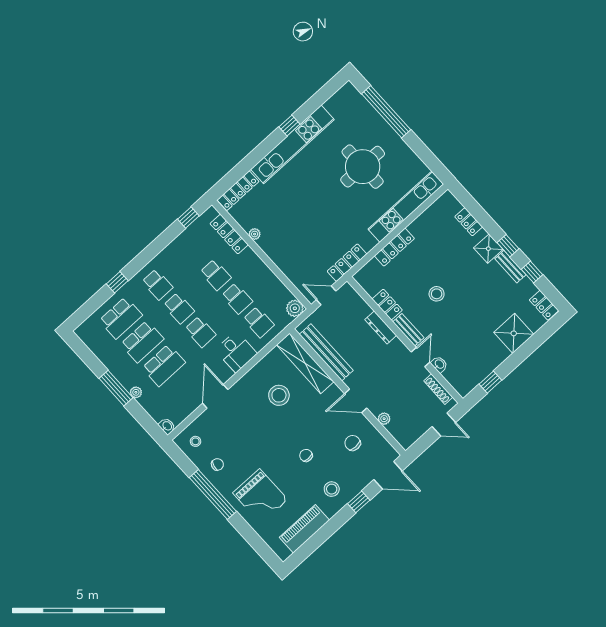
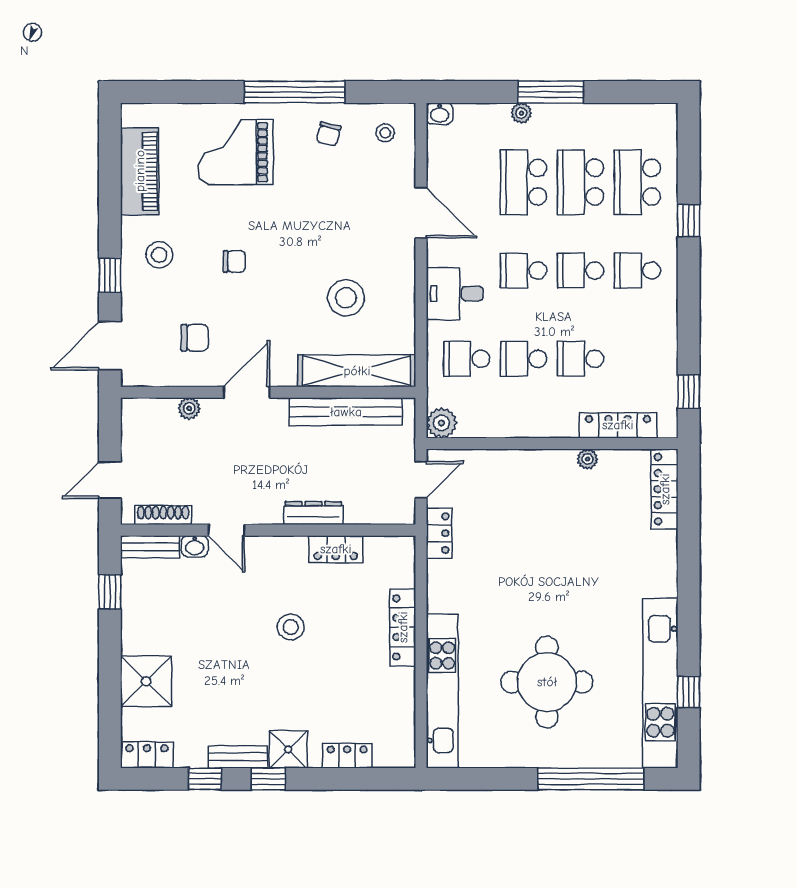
window: (289, 126) -> (689, 692), moved
kitchen unit: (292, 144) -> (660, 683), moved
locker: (347, 263) -> (439, 533), width x0.66
bench: (408, 330) -> (150, 547), moved

